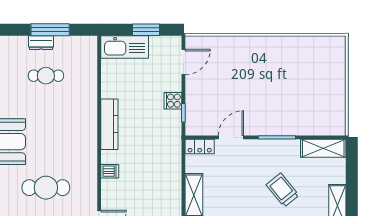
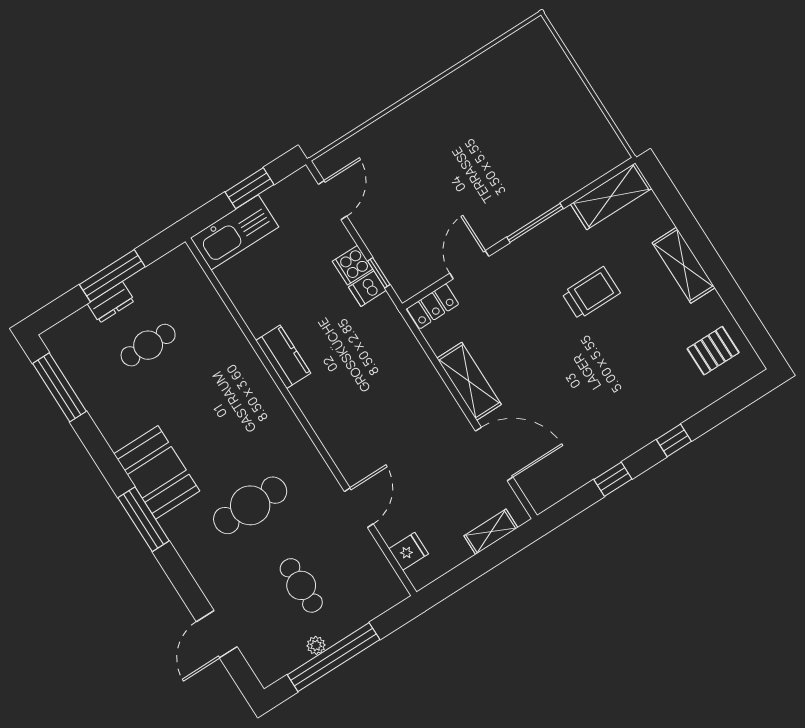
kitchen counter: (109, 124) -> (283, 357), width x0.67
dishwasher: (110, 171) -> (367, 289), moved, turned 180
trolley: (283, 190) -> (591, 293), turned 129

